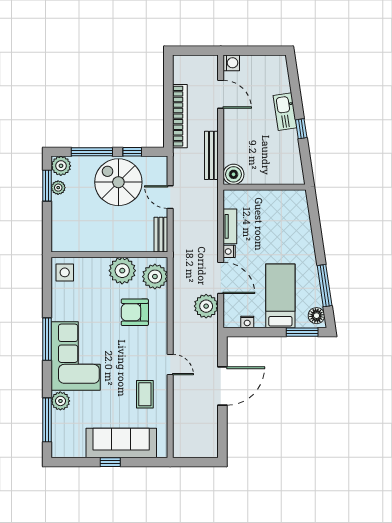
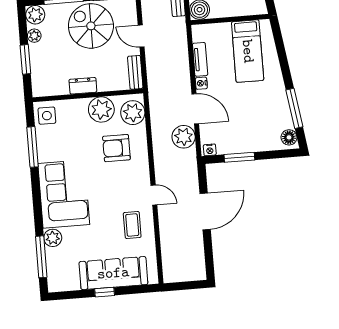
window: (47, 186) -> (25, 59), moved
dresser: (105, 244) -> (83, 86), added
bed: (280, 296) -> (248, 51), moved, turned 180
nightstand: (247, 322) -> (210, 150), moved
window: (302, 332) -> (239, 157), moved
window: (47, 339) -> (32, 147), moved

